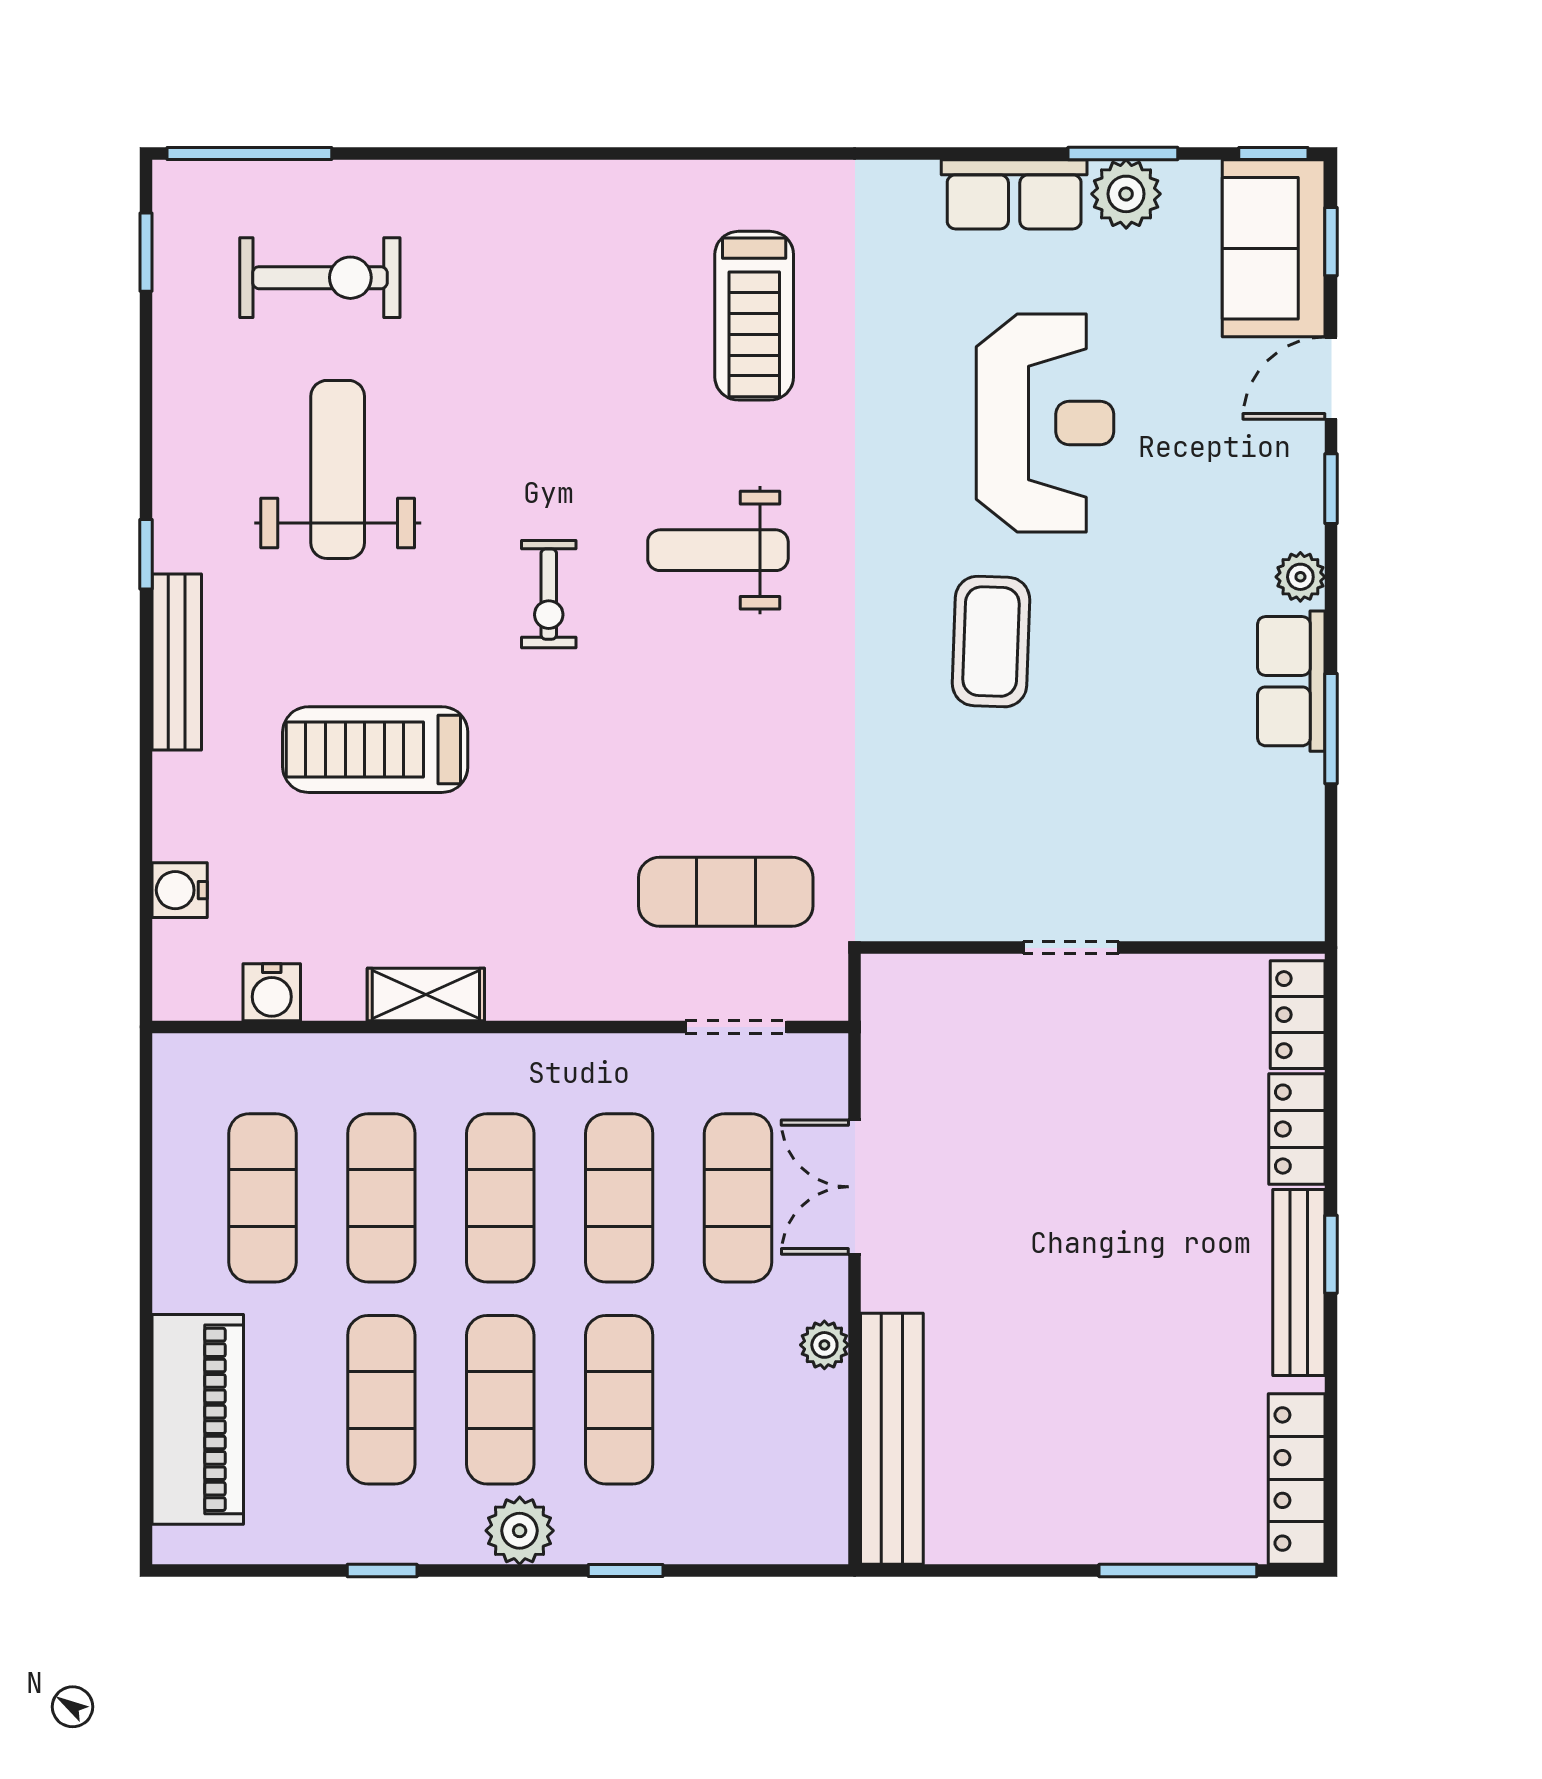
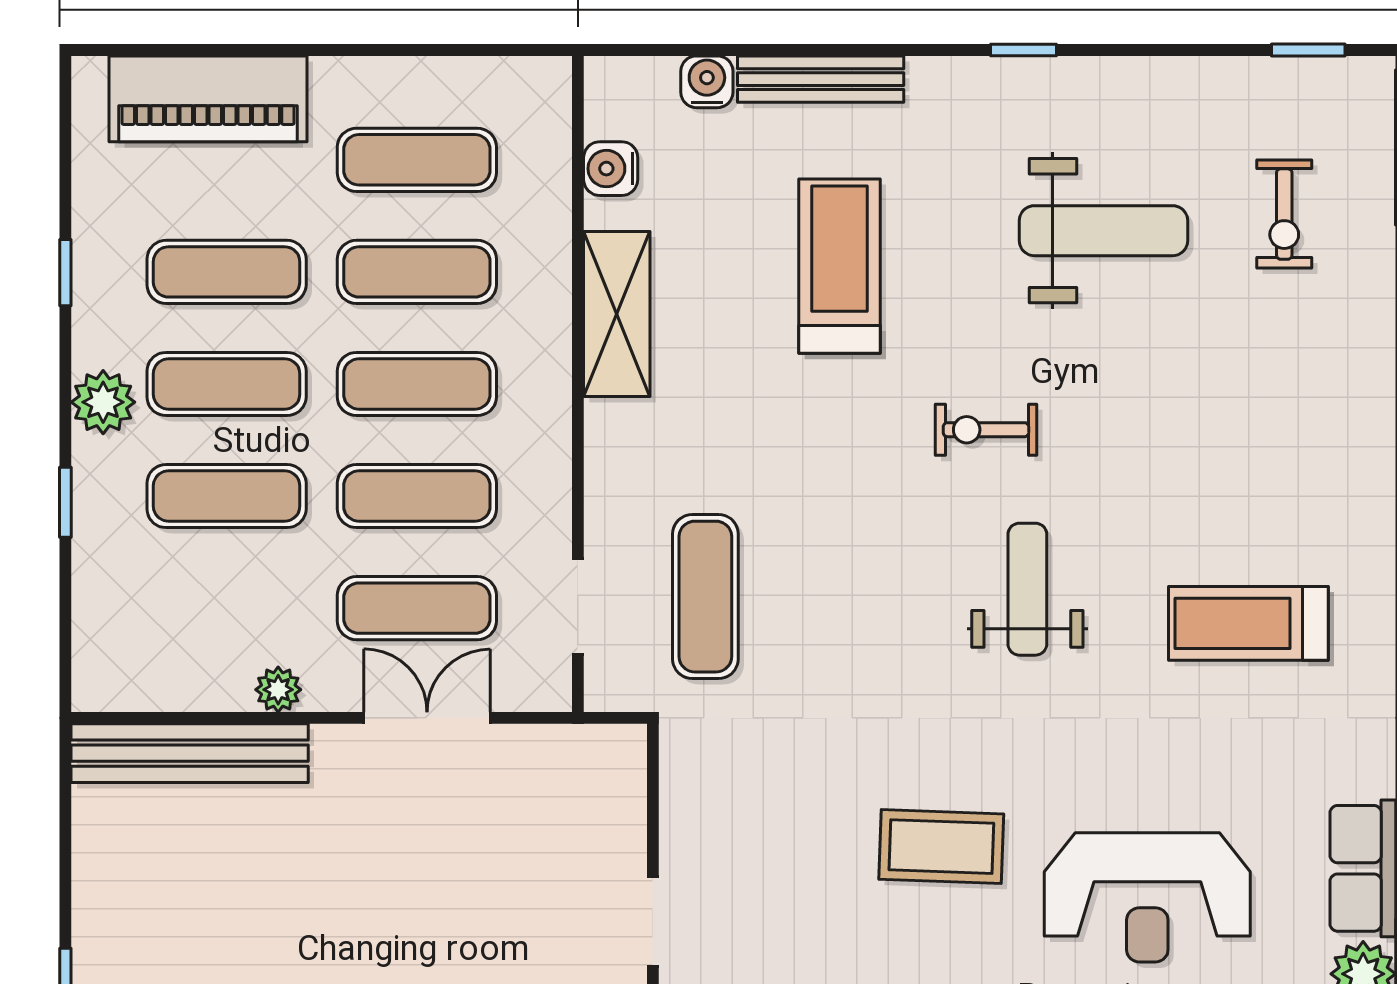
exercise bike: (320, 278) -> (1284, 214), width x0.73, depth x0.72
bench: (177, 662) -> (821, 79), moved
shelving: (426, 995) -> (617, 314), width x1.50, depth x1.33

